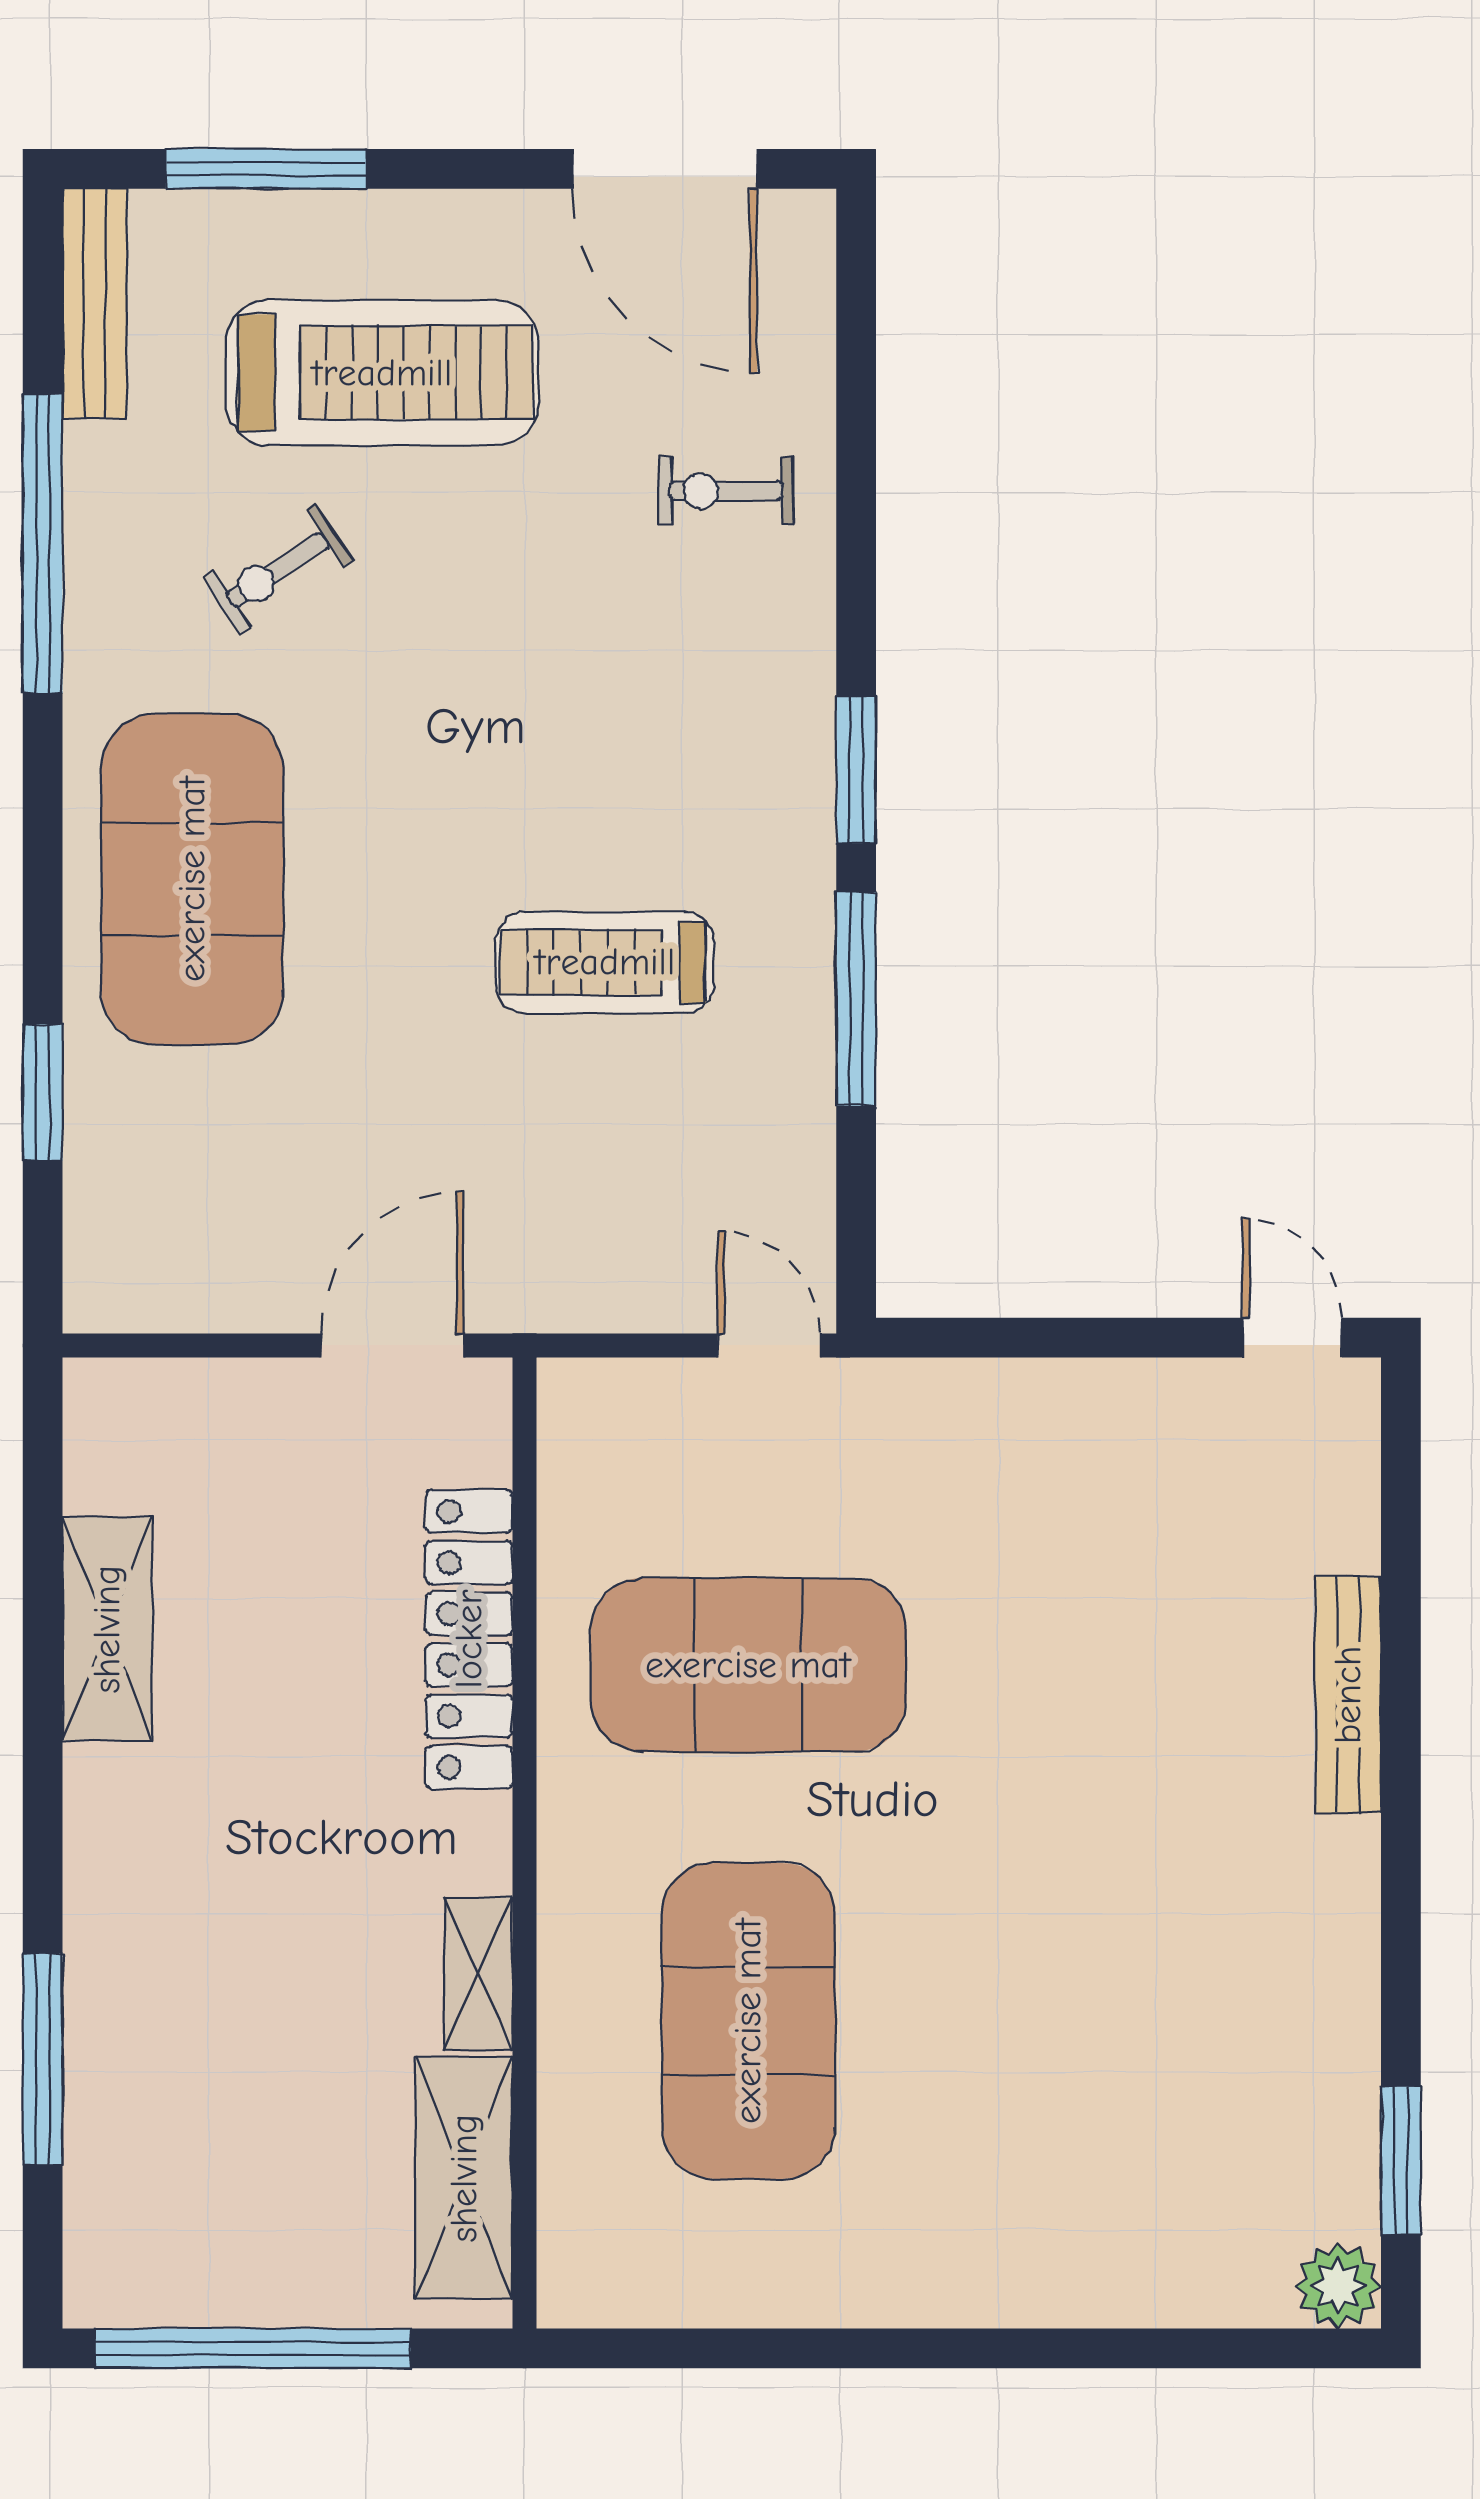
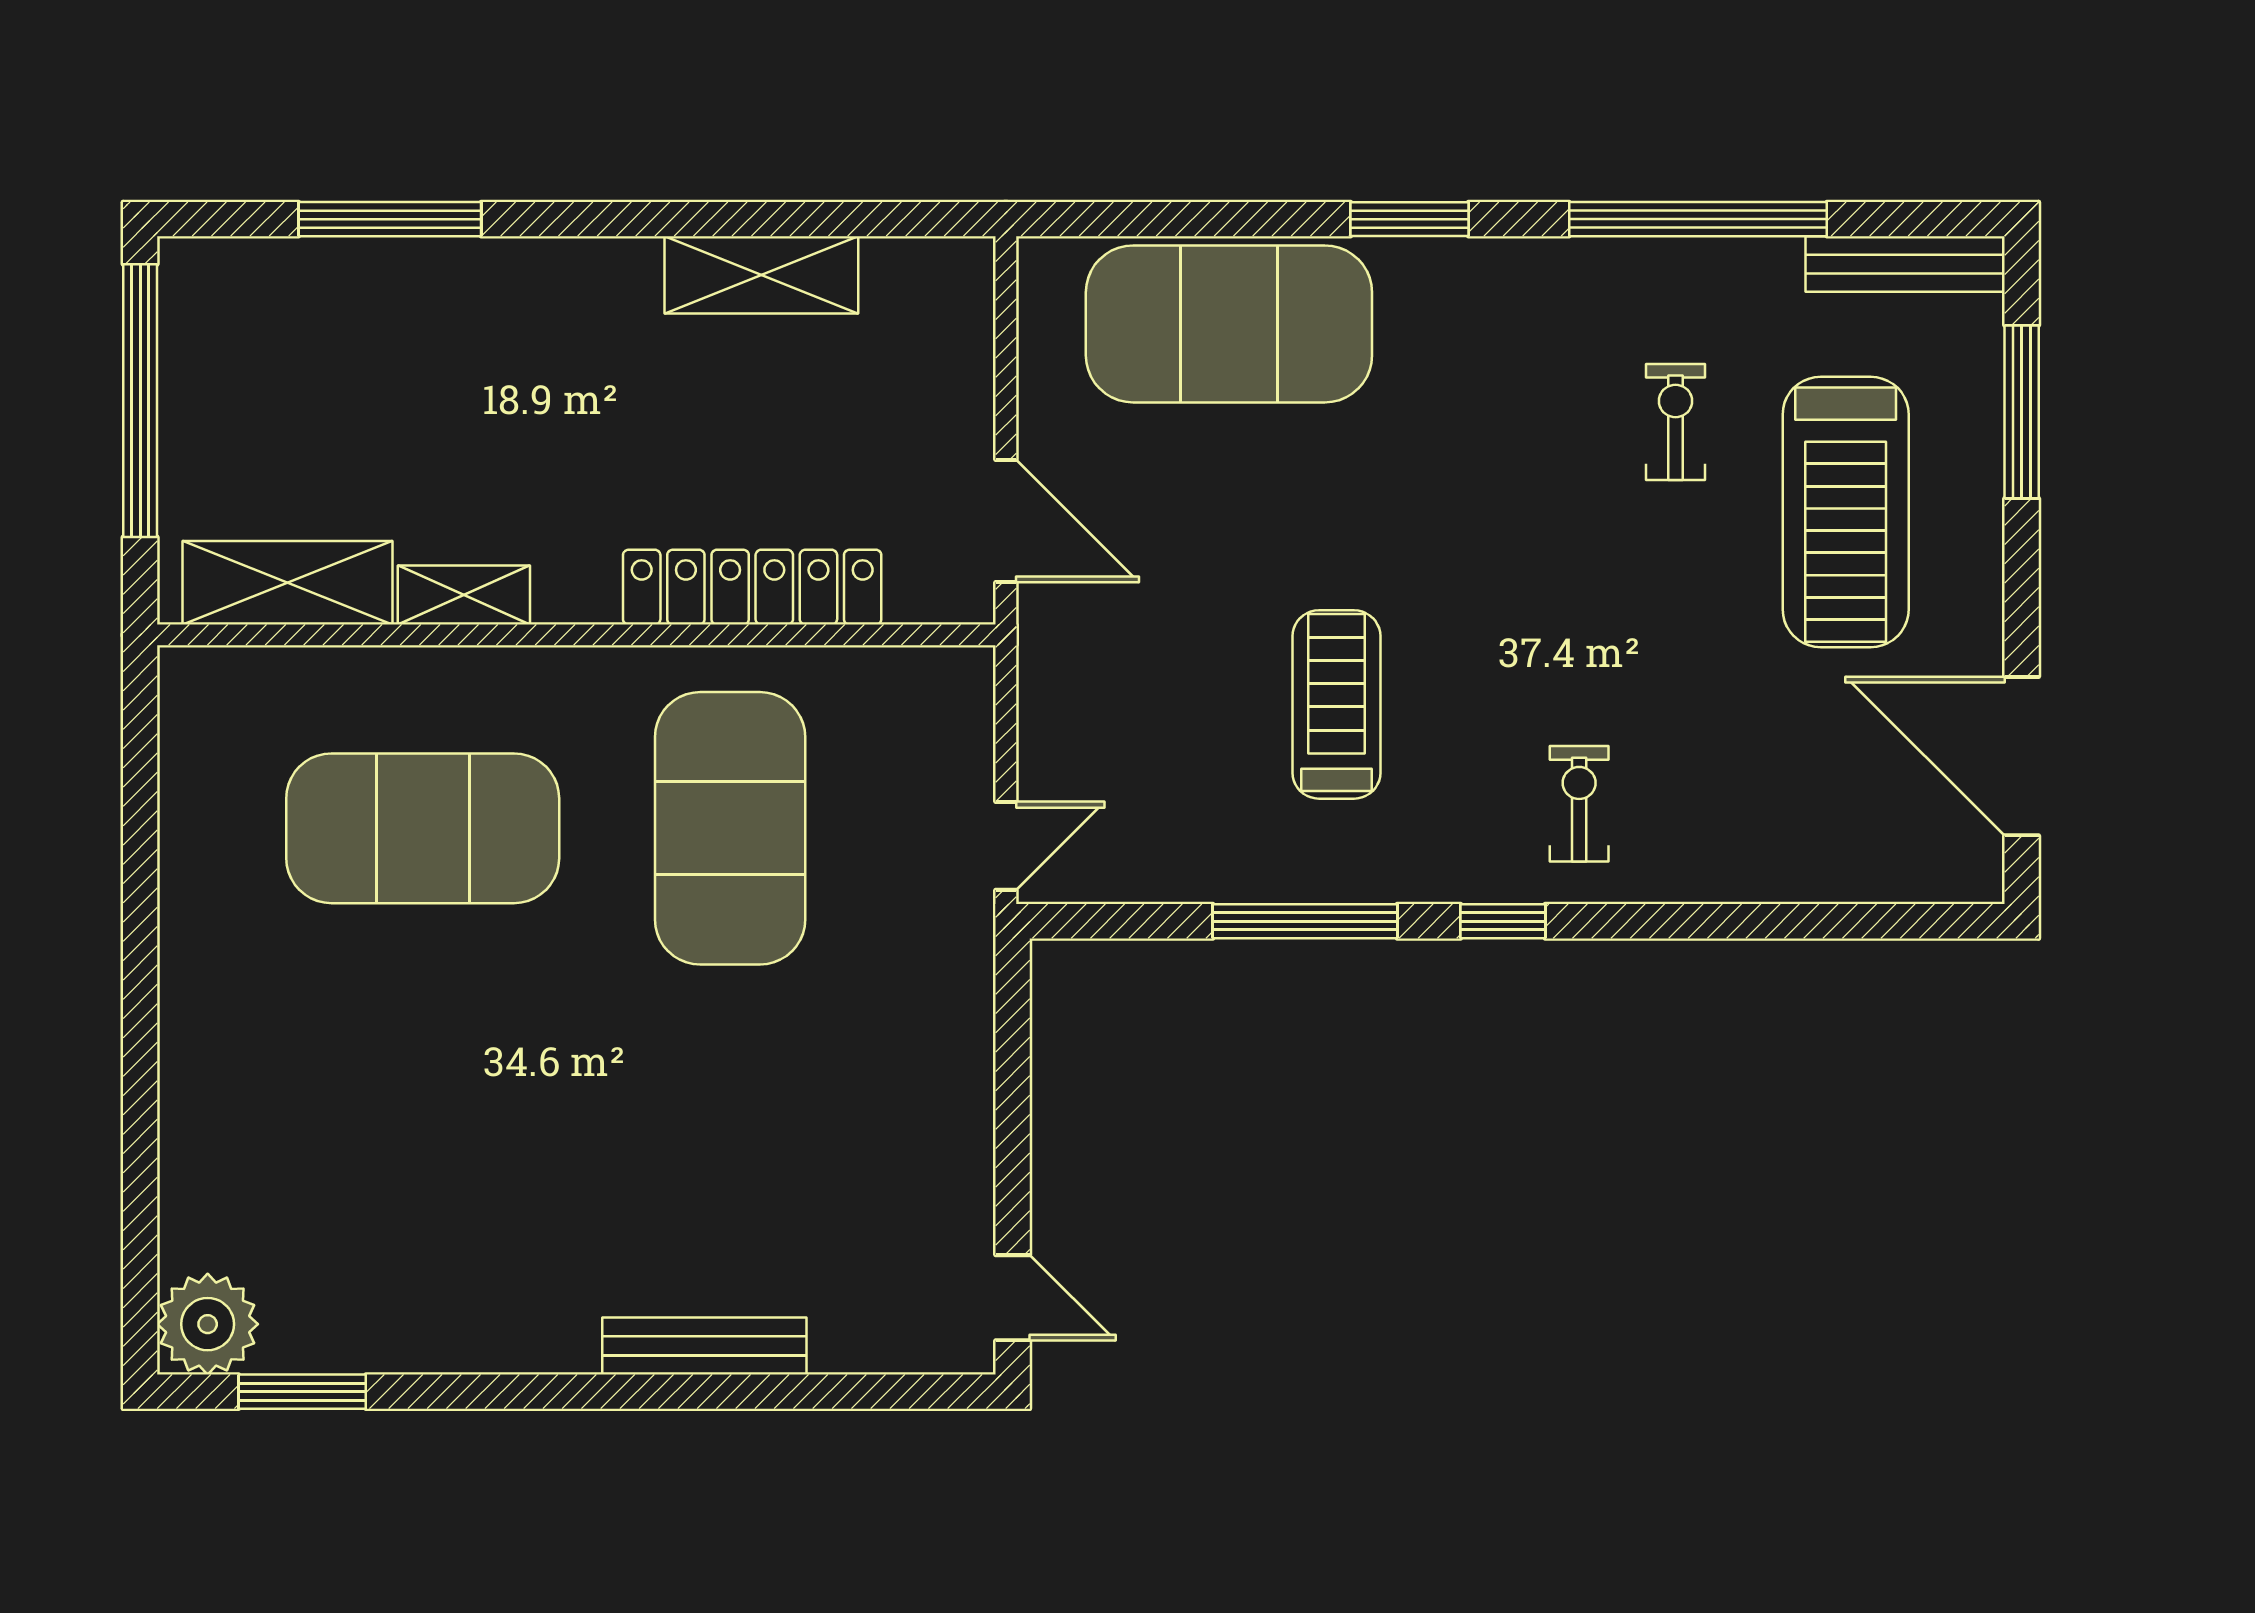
door: (665, 169) -> (2022, 756), hinge flipped
exercise bike: (726, 491) -> (1579, 804), moved
exercise bike: (278, 570) -> (1675, 422), turned 33
window: (856, 770) -> (1503, 921), width x0.67
exercise mat: (192, 879) -> (1229, 324), moved
window: (43, 1092) -> (1410, 219), moved
door: (1292, 1338) -> (1013, 1298), hinge flipped
plant: (1338, 2286) -> (208, 1324), width x1.36, depth x1.36

